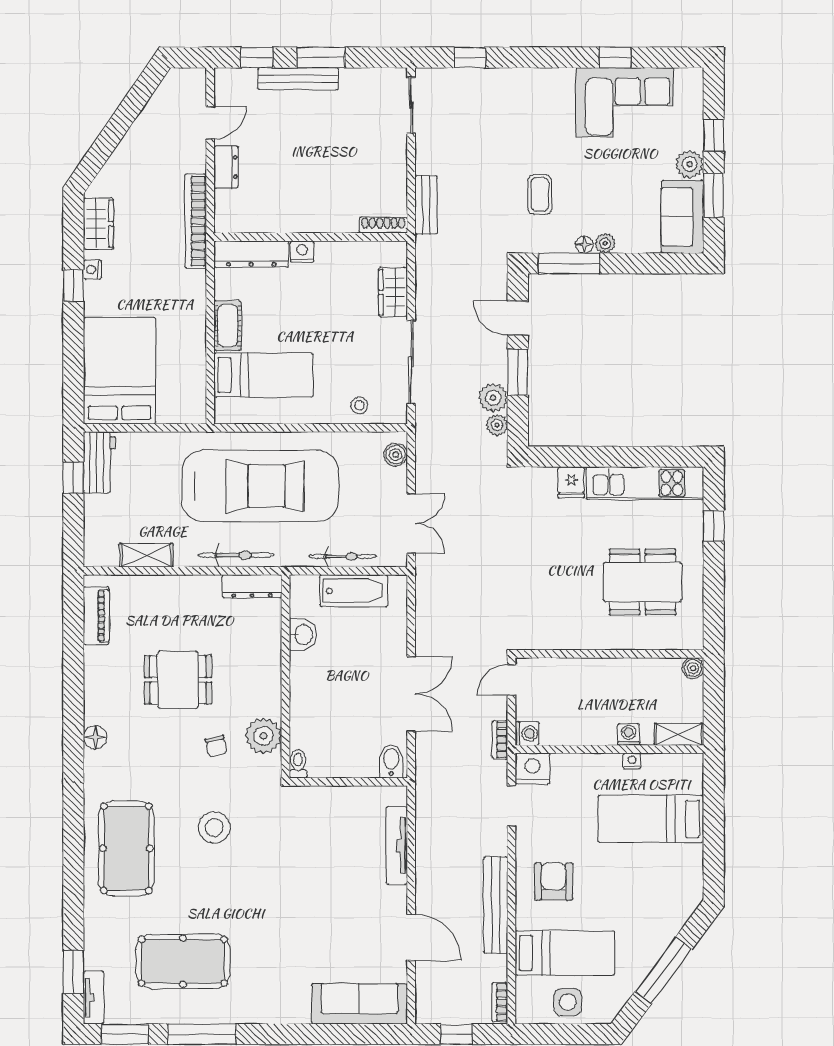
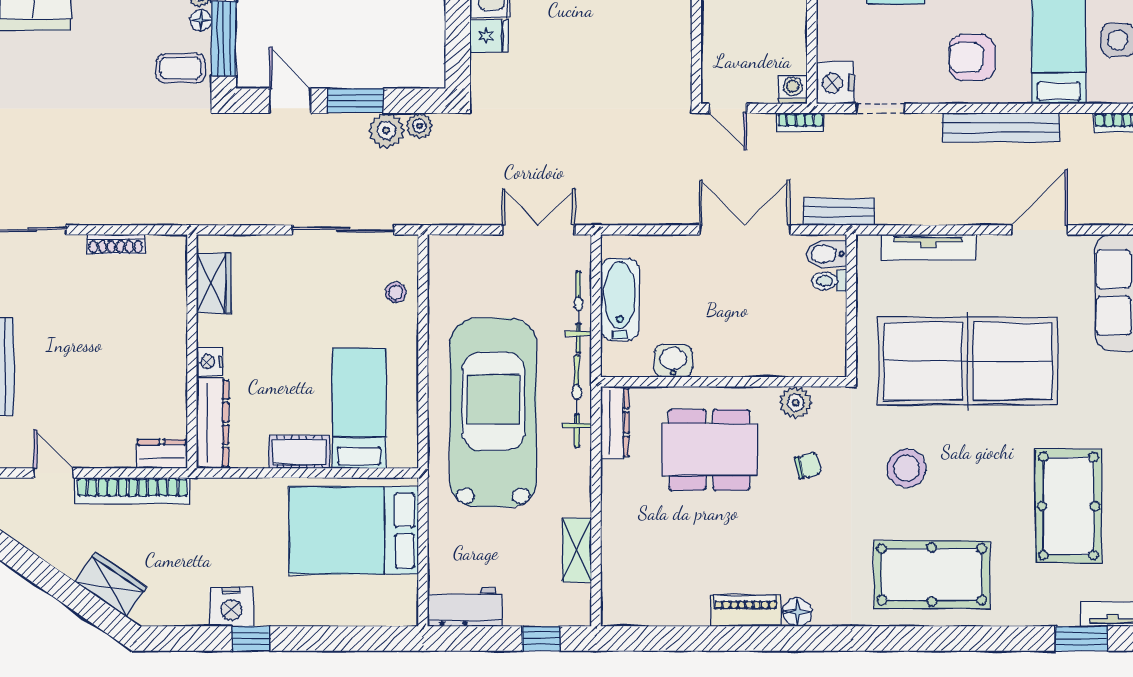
dresser: (226, 167) -> (162, 454), moved
coffee table: (540, 194) -> (181, 68), moved
bench: (426, 205) -> (839, 212), moved
bookcase: (196, 221) -> (133, 491), moved
wardrobe: (98, 224) -> (111, 585), moved, turned 35
shoe rack: (383, 225) -> (116, 244), moved, turned -90
nightstand: (92, 270) -> (231, 607), width x1.89, depth x1.79
wardrobe: (393, 292) -> (214, 283), moved, turned -90
door: (518, 318) -> (290, 101), swing flipped
bed: (119, 371) -> (354, 531), moved
boiler: (396, 455) -> (455, 249), removed
window: (73, 477) -> (541, 639), moved
bicycle: (236, 555) -> (577, 401), moved
piano: (96, 616) -> (746, 611), moved
dining table: (178, 680) -> (709, 450), moved, width x1.38
plant: (263, 736) -> (796, 403), width x0.73, depth x0.73
toilet: (298, 764) -> (829, 281), moved
table tennis table: (303, 878) -> (968, 361), added

